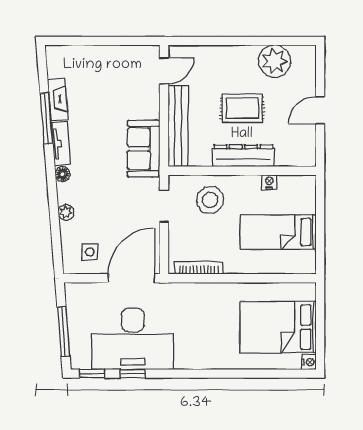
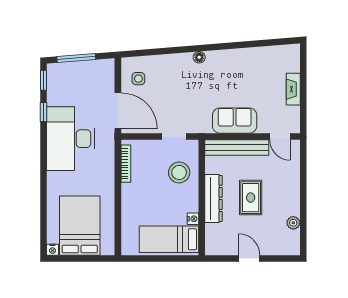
plant: (275, 61) -> (293, 223), width x0.53, depth x0.53
fireplace: (58, 99) -> (293, 89), moved, turned 95
window: (46, 119) -> (243, 45), removed
tv unit: (61, 144) -> (223, 56), removed
sofa: (144, 149) -> (235, 121), moved
plant: (66, 212) -> (169, 60), removed
bed: (278, 232) -> (169, 239), moved, turned -90
desk: (133, 339) -> (71, 139), moved

